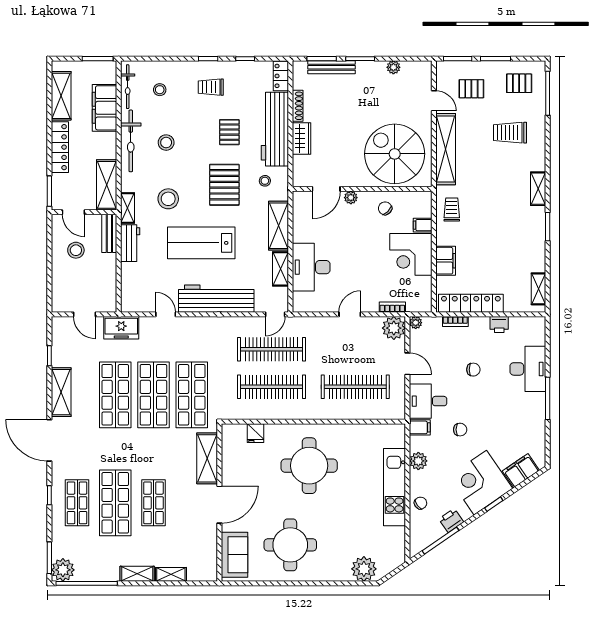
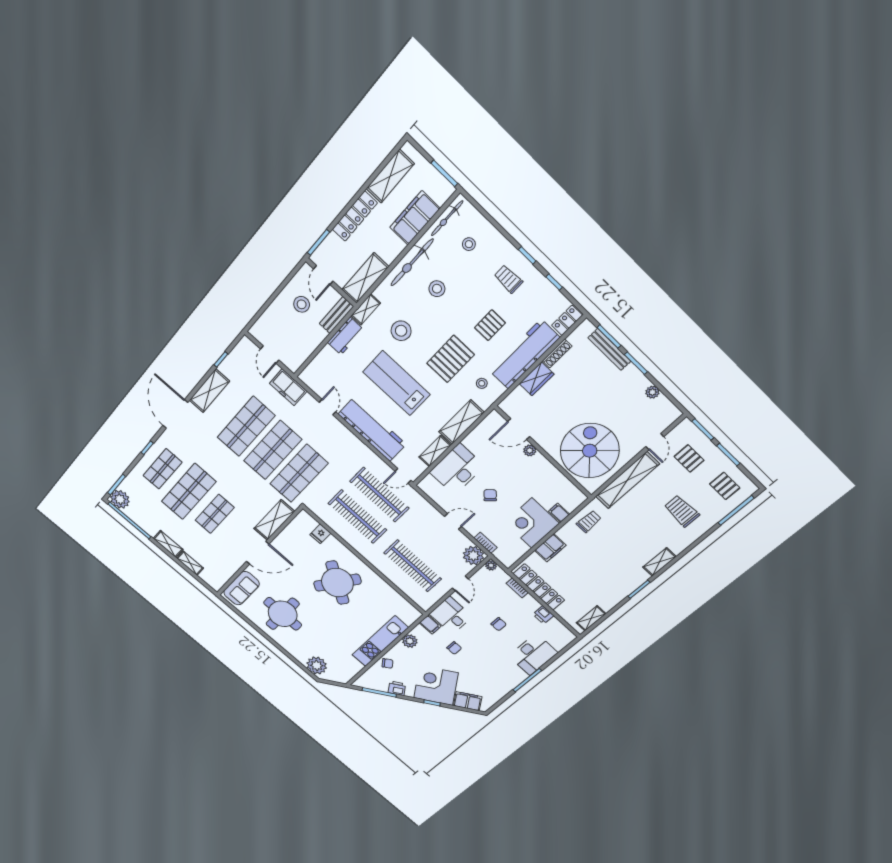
chair: (385, 208) -> (490, 495), moved
round table: (309, 466) -> (337, 583), turned 33

